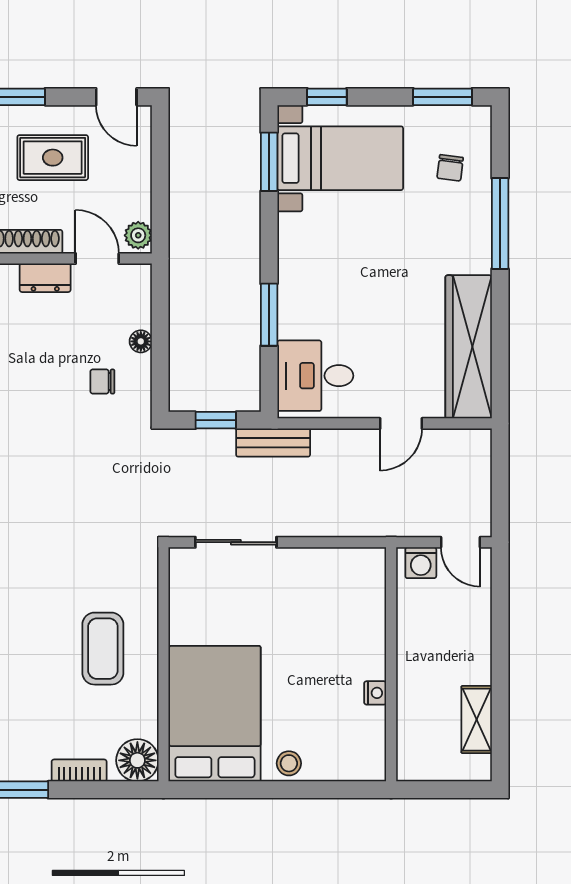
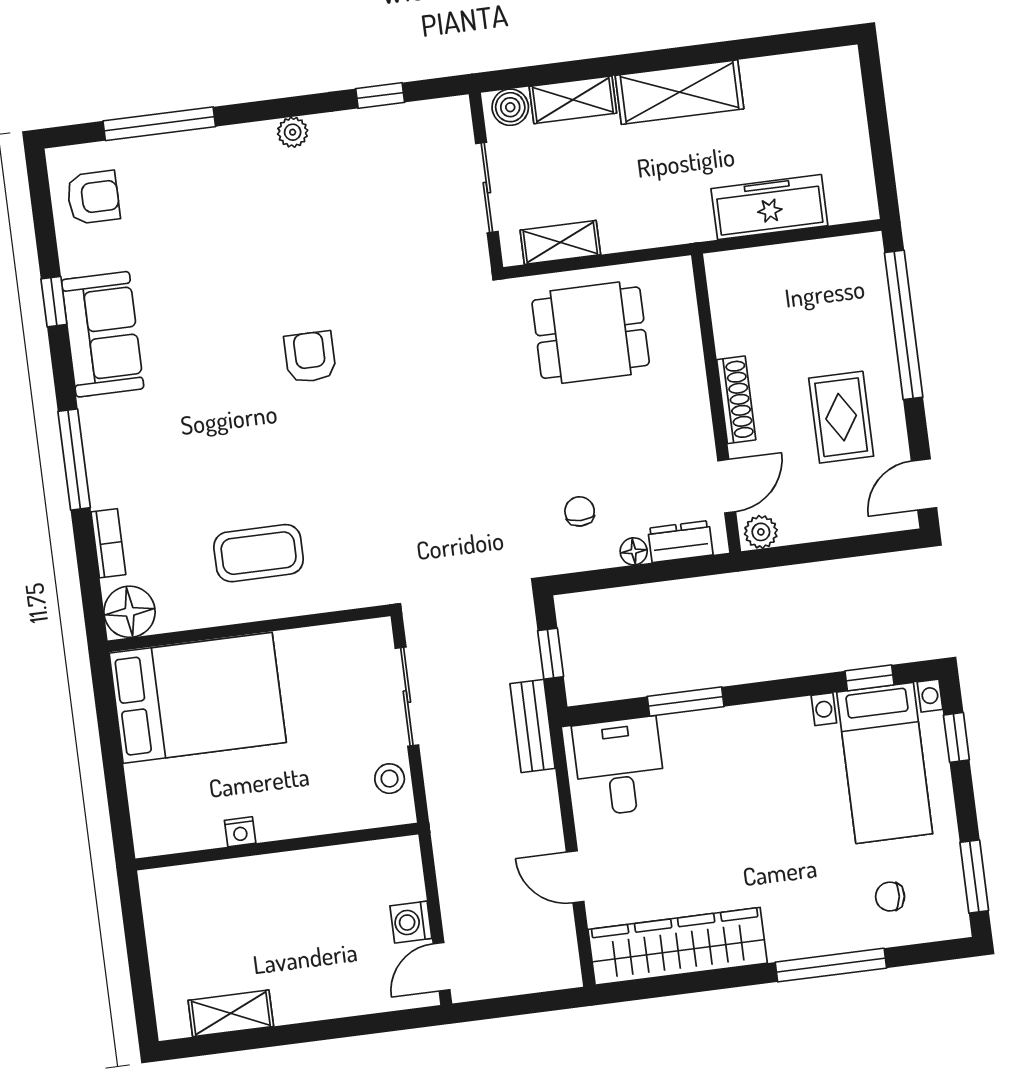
window: (269, 162) -> (869, 678), width x0.67
dresser: (45, 278) -> (680, 542), moved, turned 90
wall: (391, 664) -> (277, 847), moved
nightstand: (375, 693) -> (240, 832), moved
stool: (289, 763) -> (390, 779), moved

